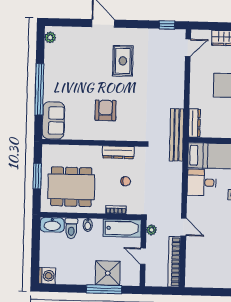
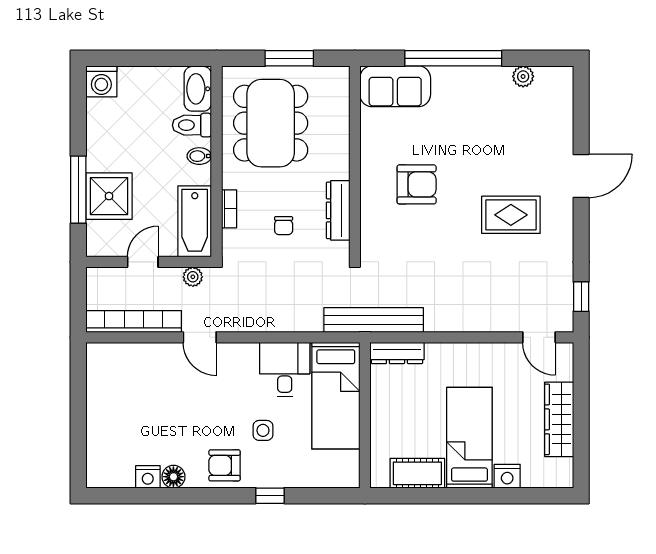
plant: (50, 37) -> (523, 76), moved
door: (184, 227) -> (200, 337), hinge flipped

